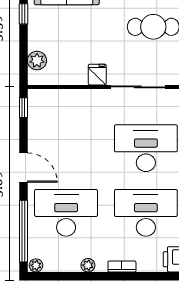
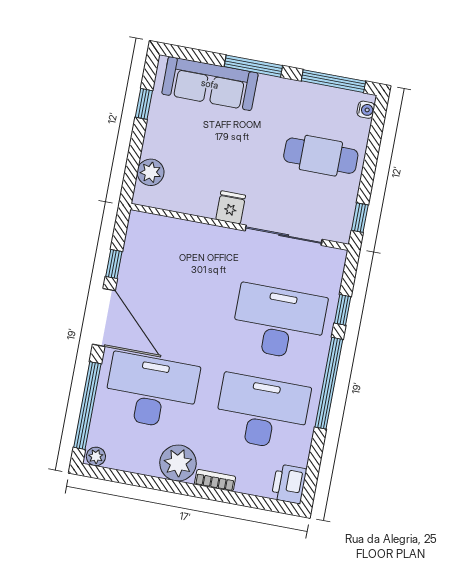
window: (23, 108) -> (114, 264), moved
door: (23, 168) -> (104, 317), width x1.36
plant: (88, 265) -> (178, 463), width x1.87, depth x1.87

